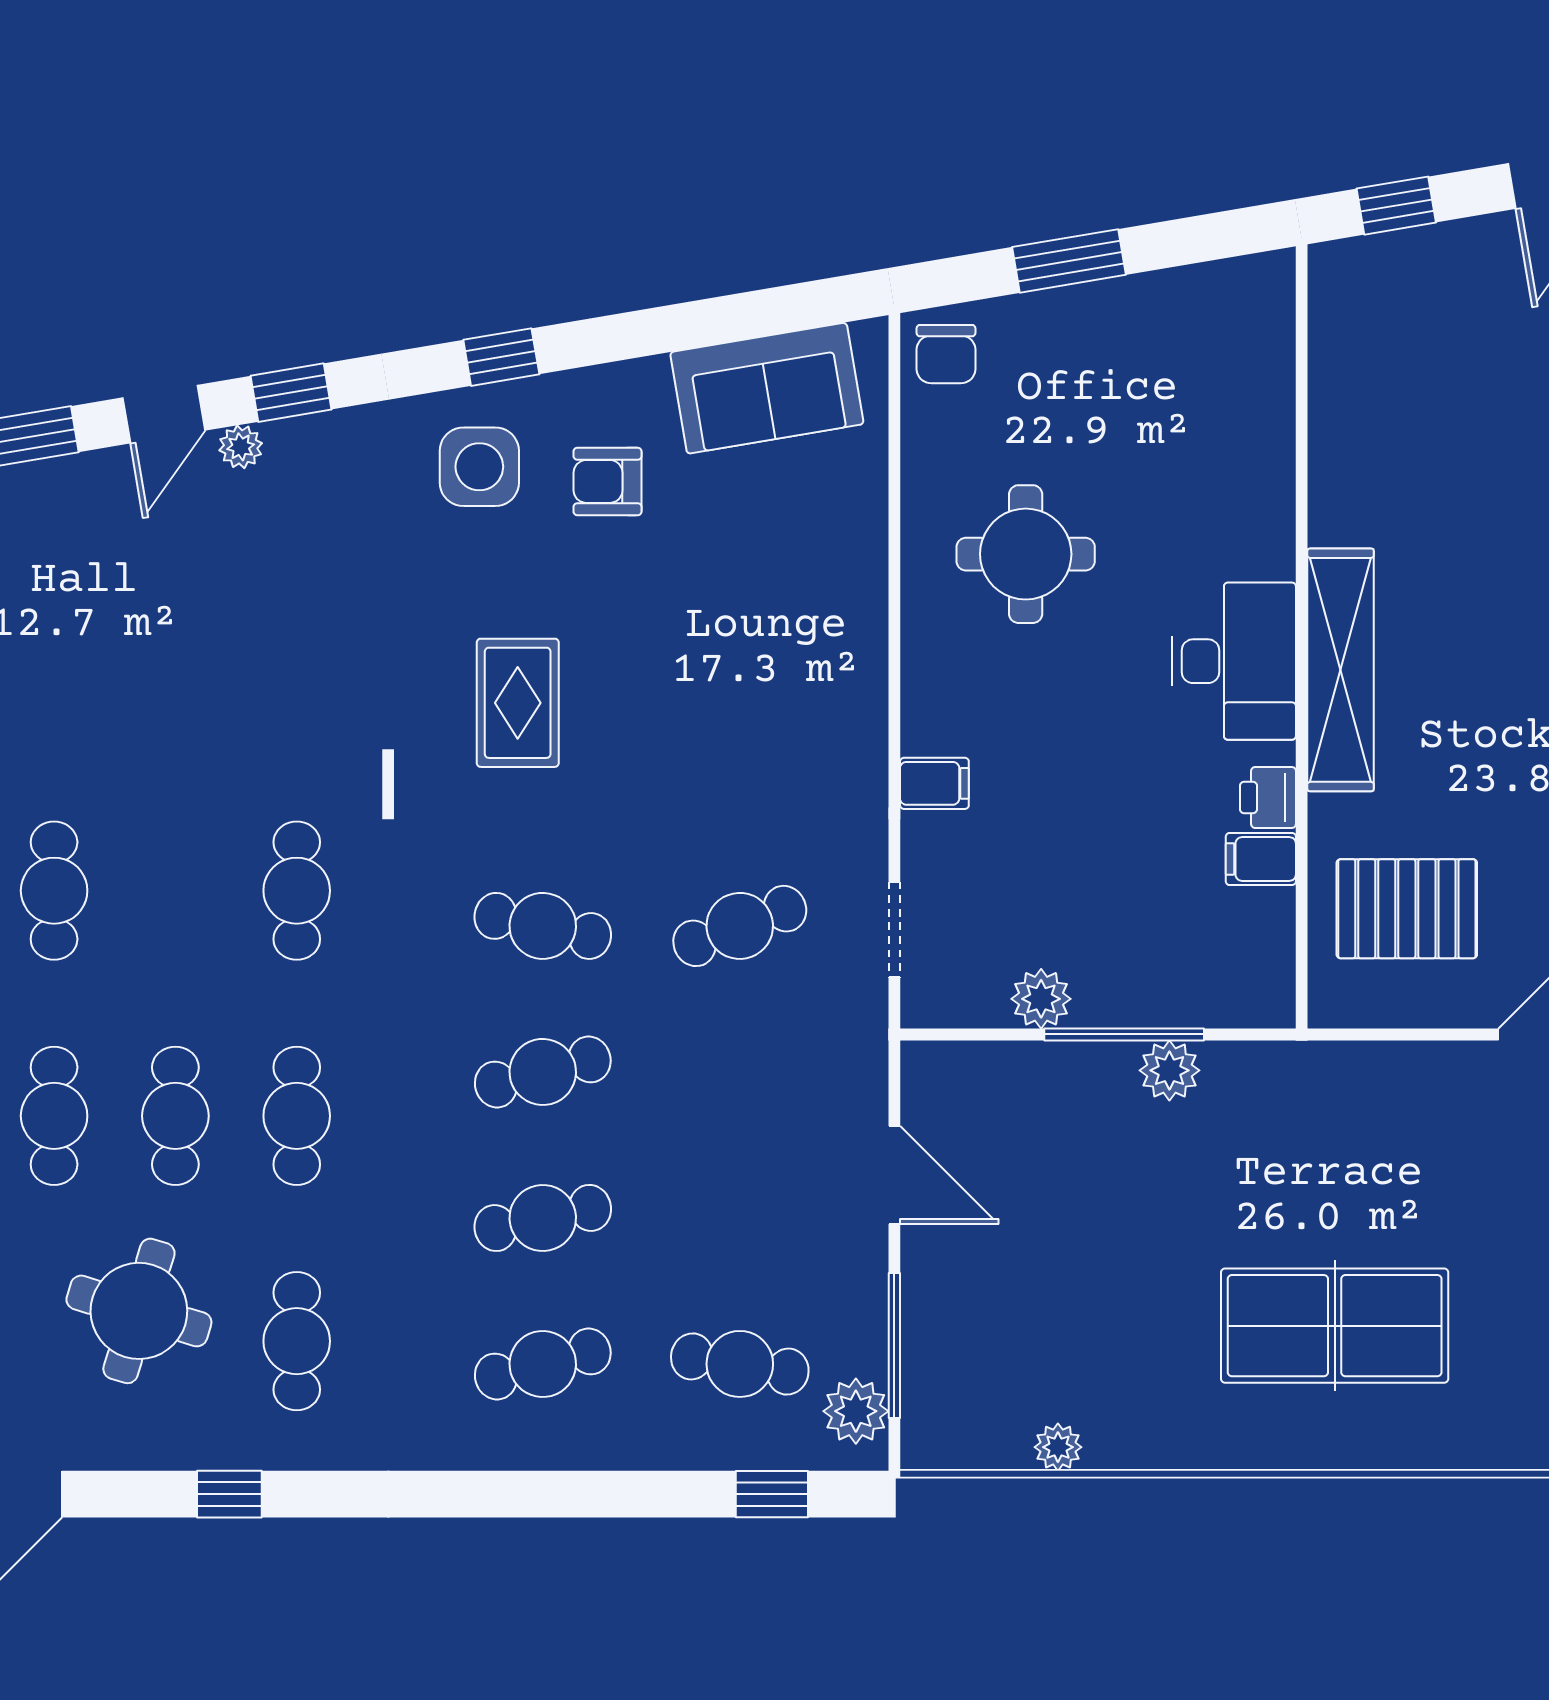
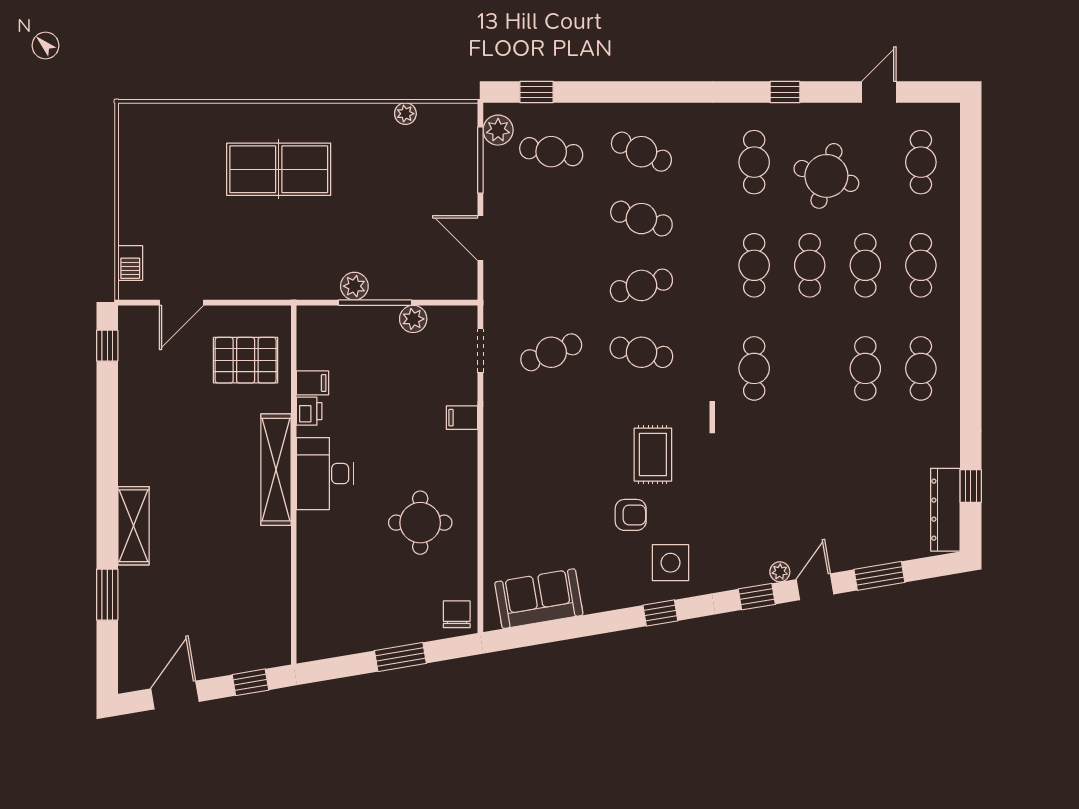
armchair: (608, 481) -> (631, 515), moved
cafe table: (543, 1218) -> (641, 219), turned 30
cafe table: (543, 1364) -> (641, 152), turned 39

